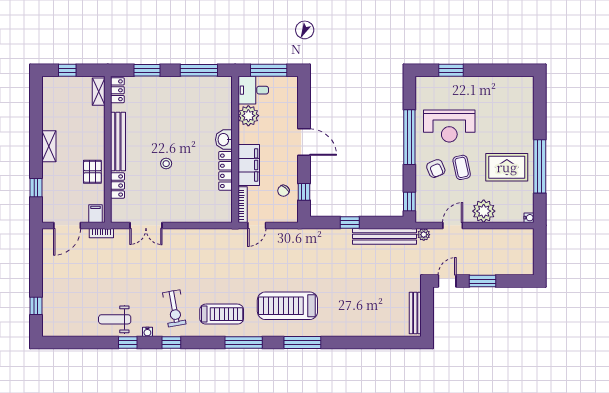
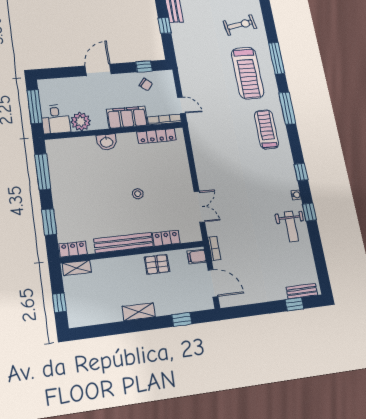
locker: (225, 171) -> (157, 136), moved
exercise bike: (174, 308) -> (240, 25), moved
bench: (48, 317) -> (302, 291), added

